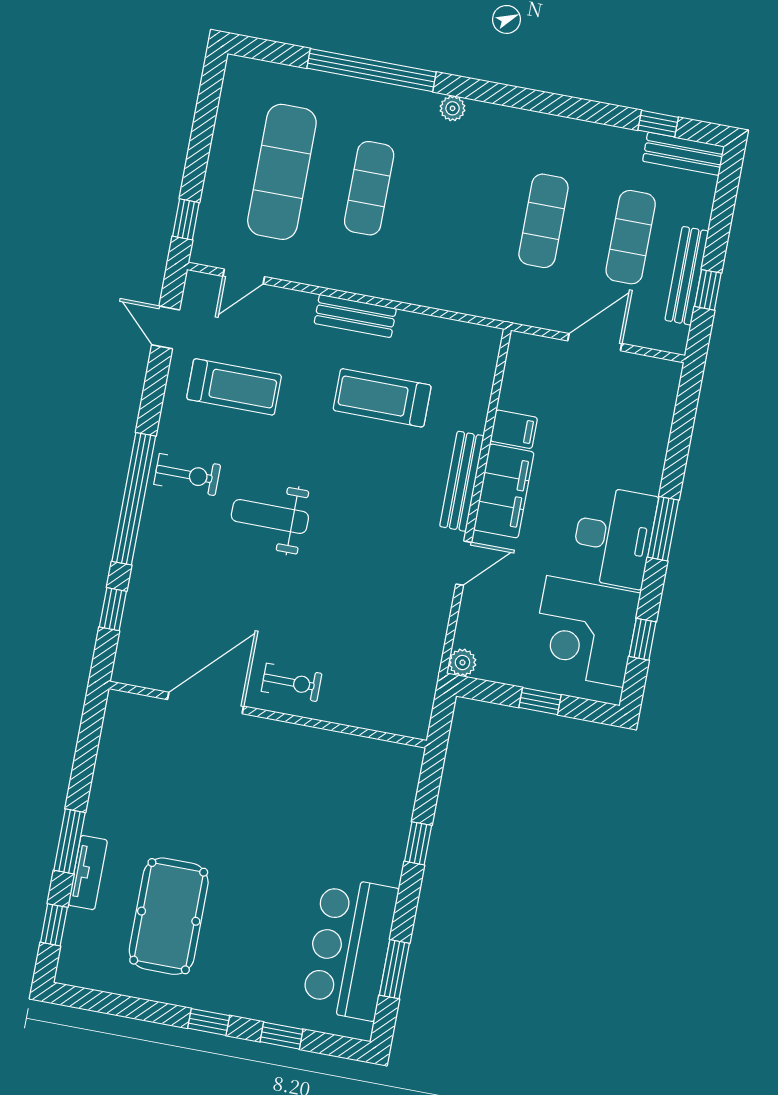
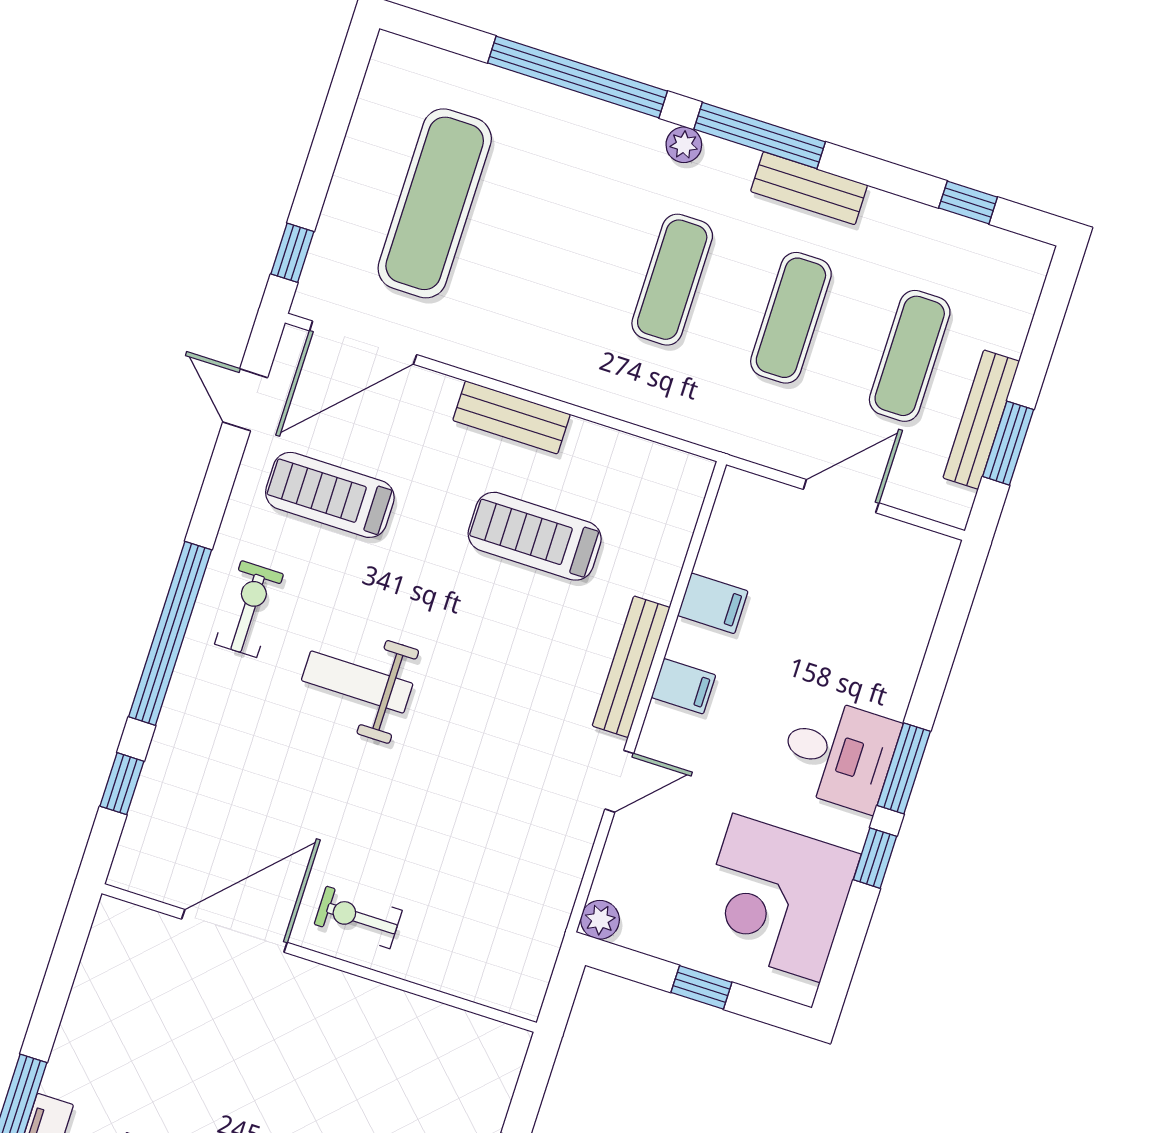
window: (505, 95) -> (760, 136), added
bench: (683, 154) -> (809, 188), moved
exercise mat: (369, 188) -> (672, 280), moved
door: (244, 277) -> (363, 343), width x1.88
window: (708, 290) -> (1008, 443), width x1.50
treadmill: (234, 387) -> (330, 495), turned 180
exercise bike: (187, 475) -> (249, 609), turned -90
filing cabinet: (504, 491) -> (684, 686), width x0.33, depth x0.86
desk: (614, 537) -> (839, 754), width x0.73
window: (643, 639) -> (875, 858), moved
exercise bike: (292, 682) -> (358, 917), turned 180

